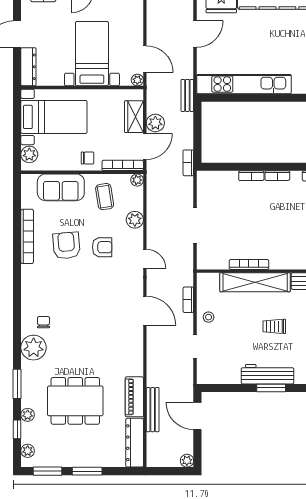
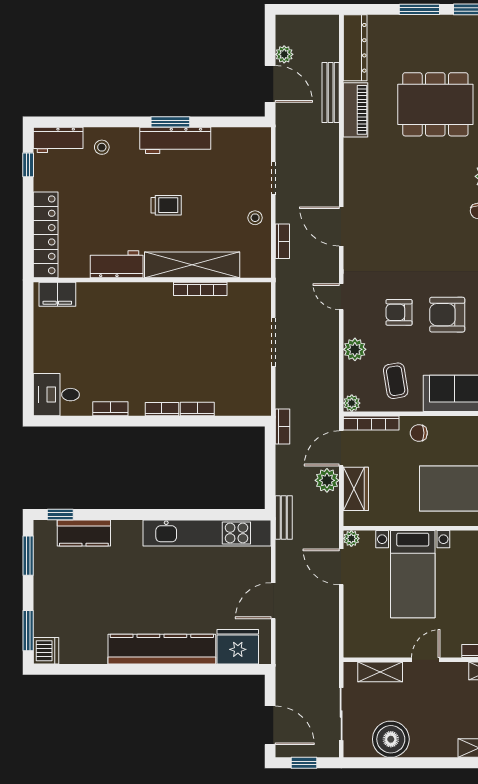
armchair: (66, 245) -> (447, 315), turned 95
plant: (187, 461) -> (284, 54), moved

